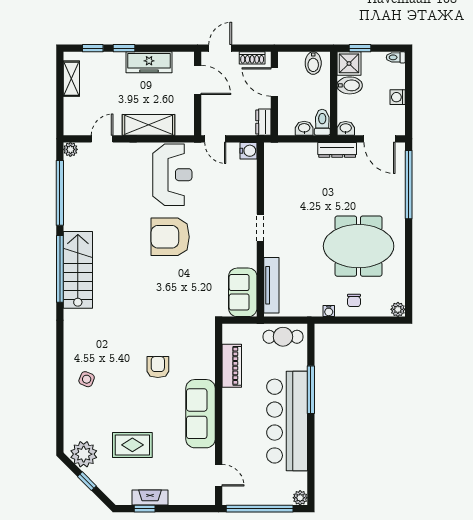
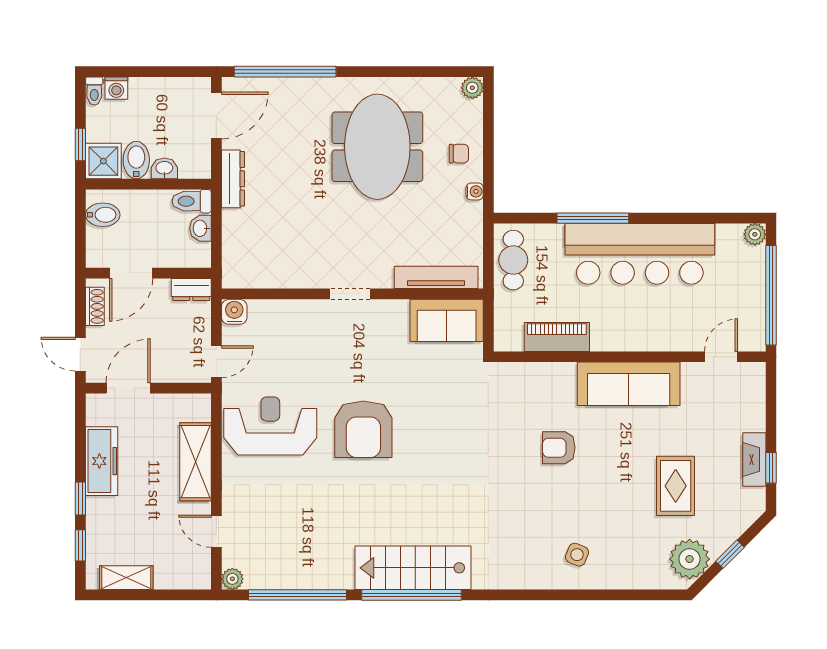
washing machine: (398, 97) -> (116, 88), moved
washbasin: (346, 128) -> (164, 168), moved, turned 90

